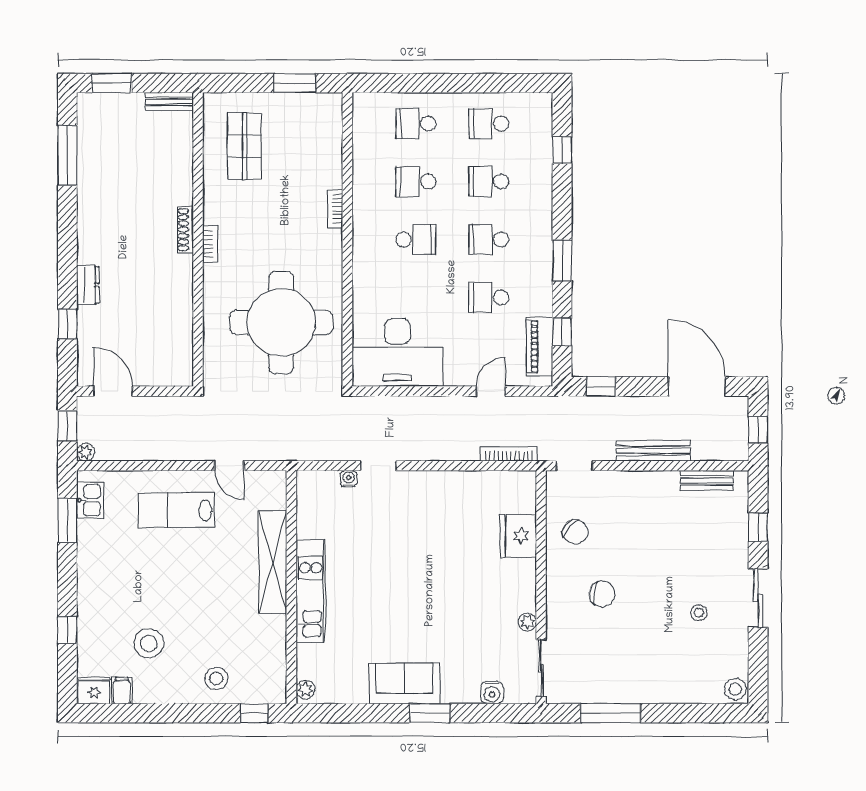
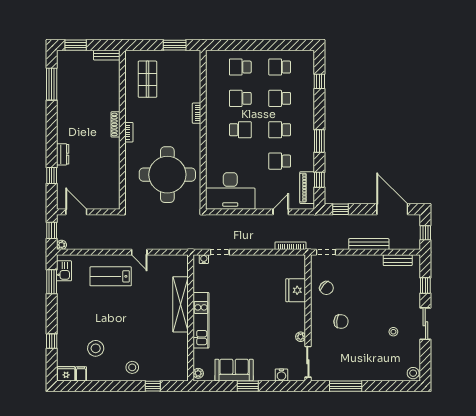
shelving: (273, 562) -> (180, 304), moved
wall: (291, 587) -> (191, 318), moved
kitchen unit: (311, 592) -> (201, 320), moved
plant: (305, 690) -> (198, 373), moved

